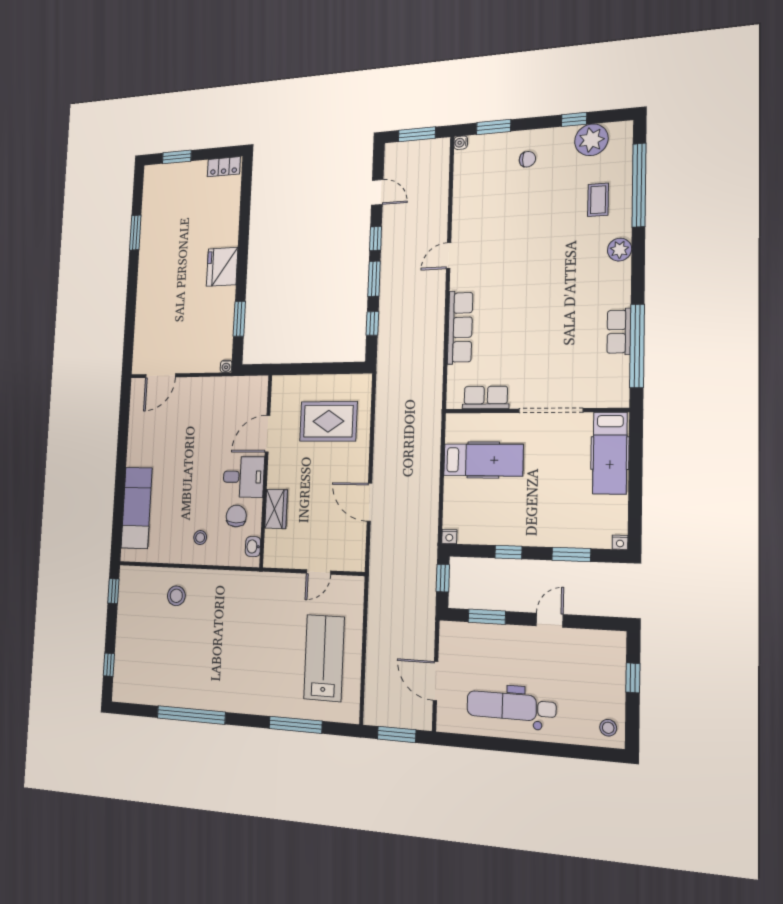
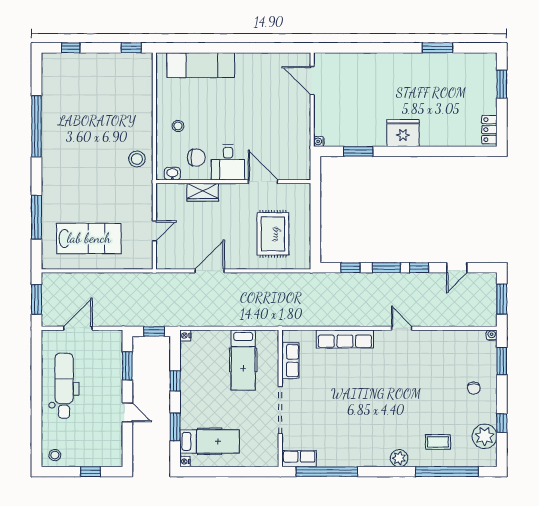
row of seats: (619, 332) -> (299, 459), moved
hospital bed: (610, 453) -> (210, 441), moved, turned 180
door: (318, 572) -> (154, 231), swing flipped
stool: (176, 596) -> (137, 159), moved

